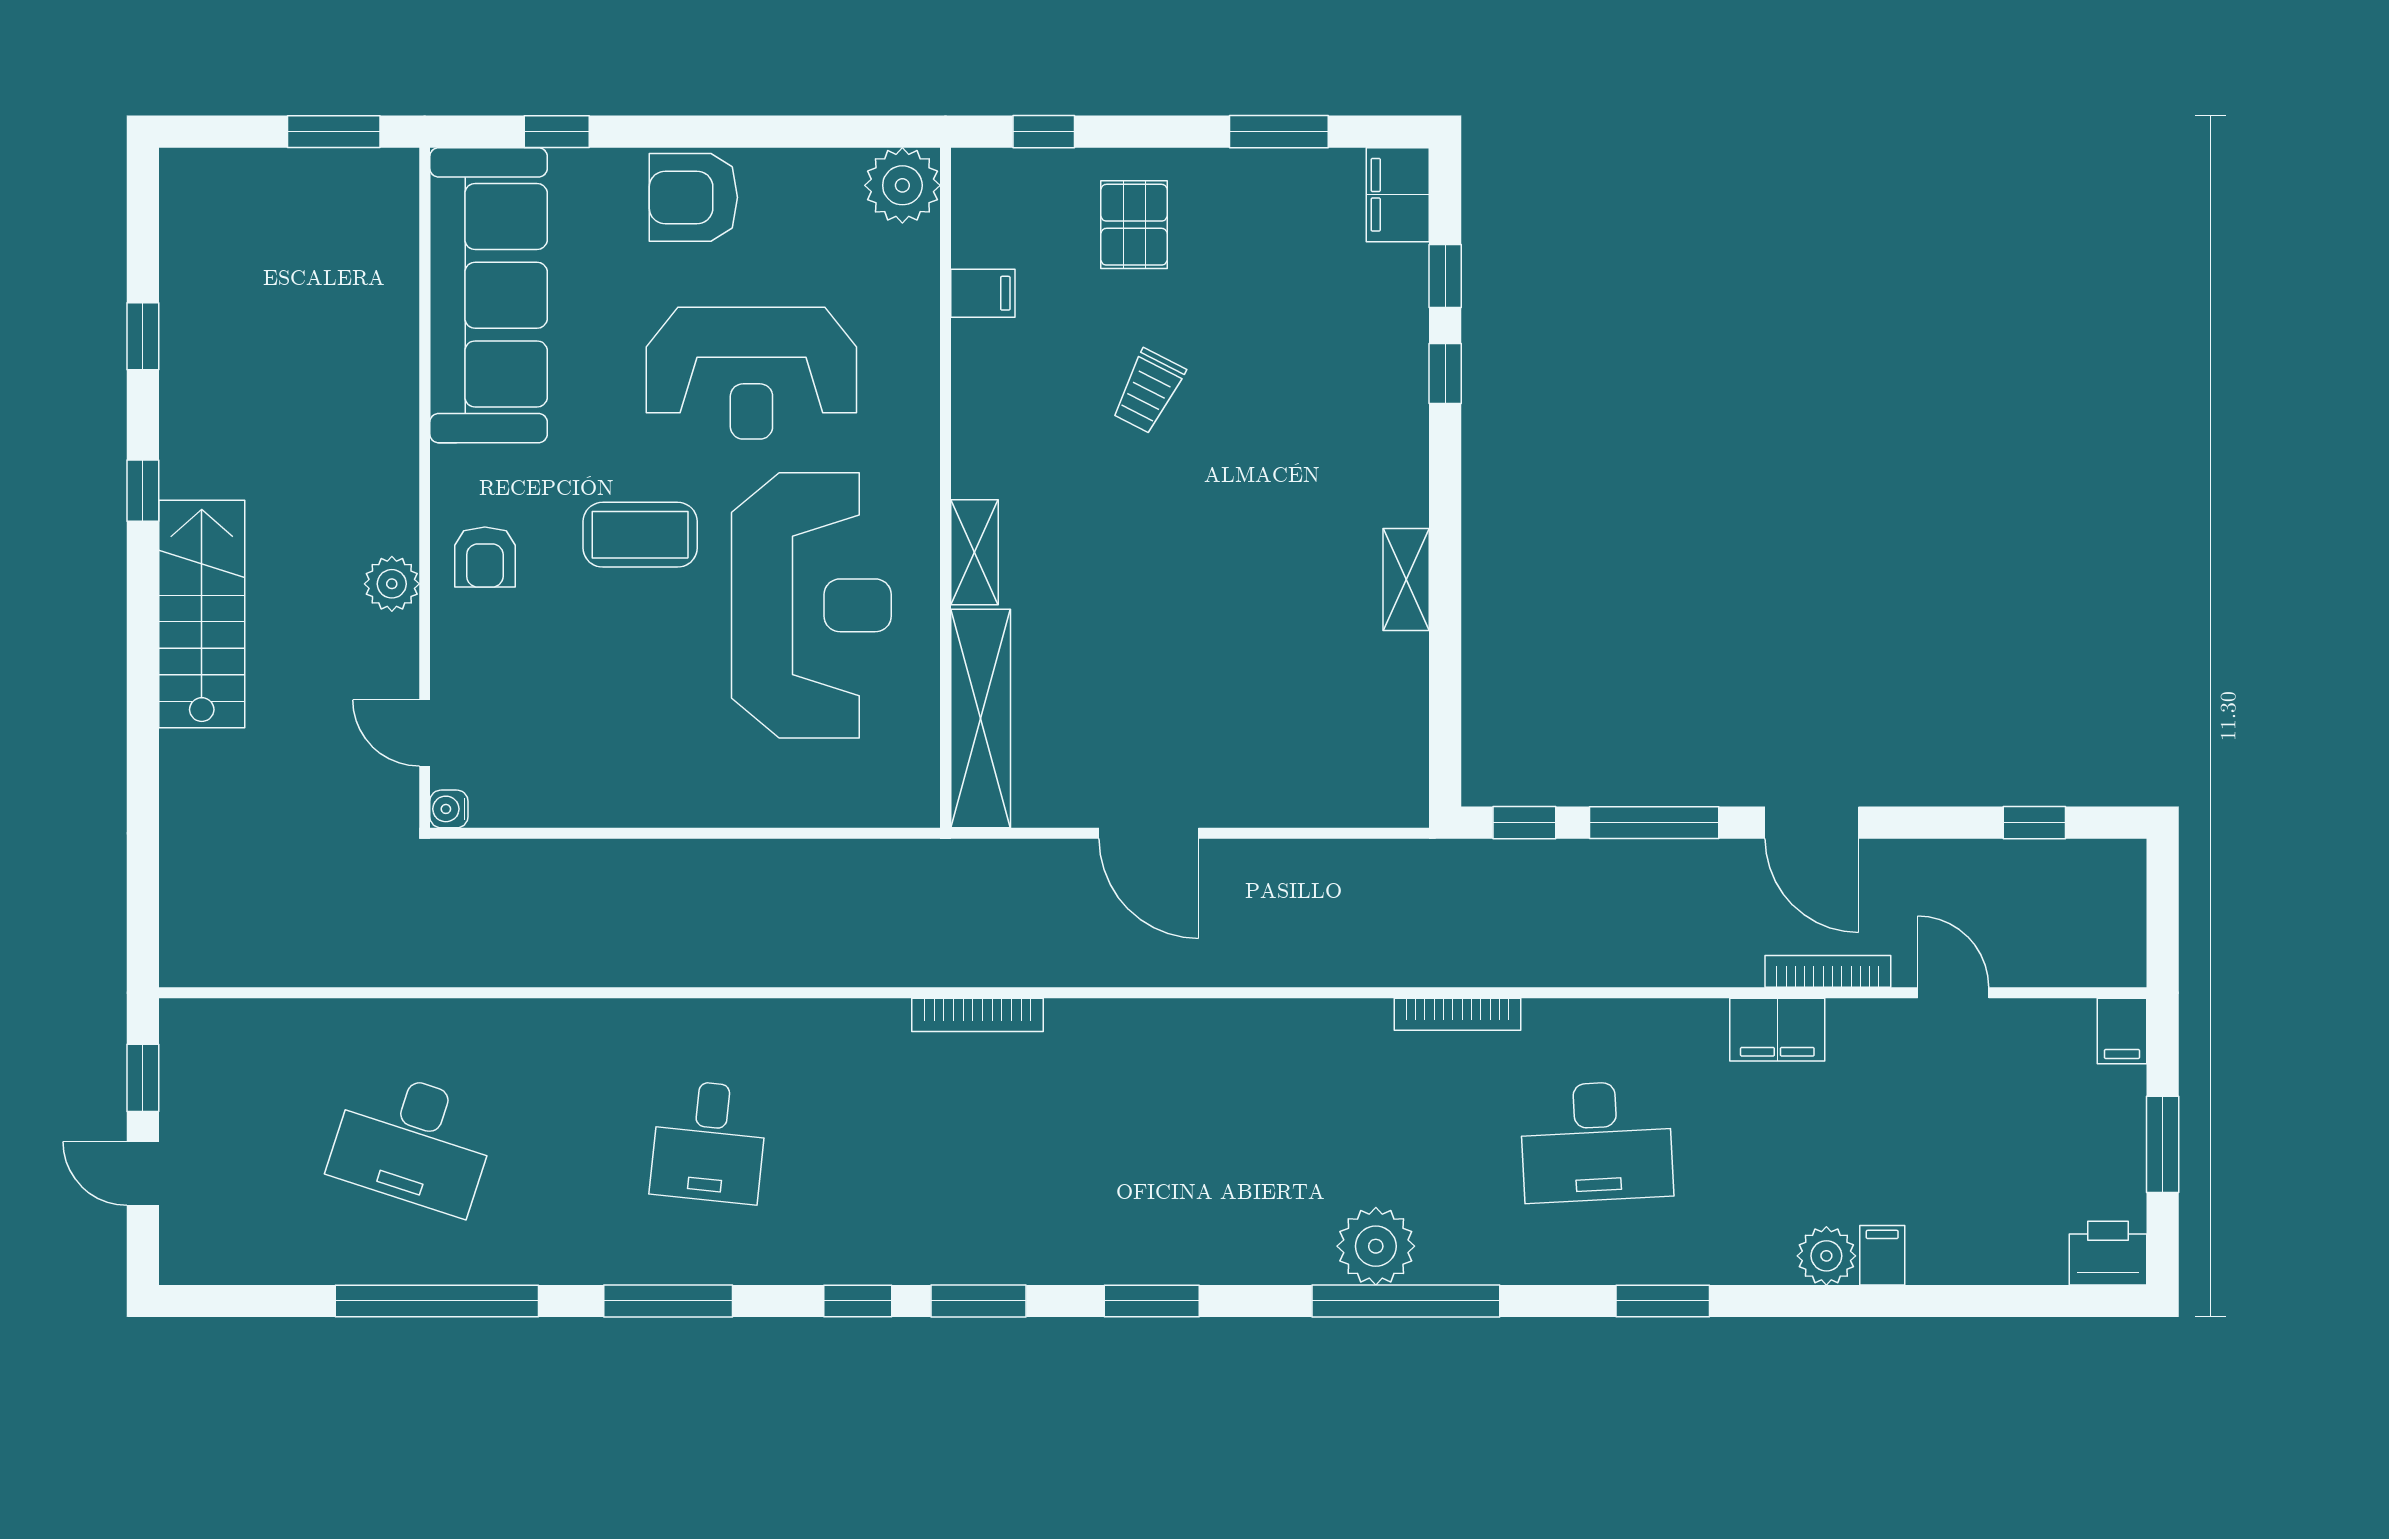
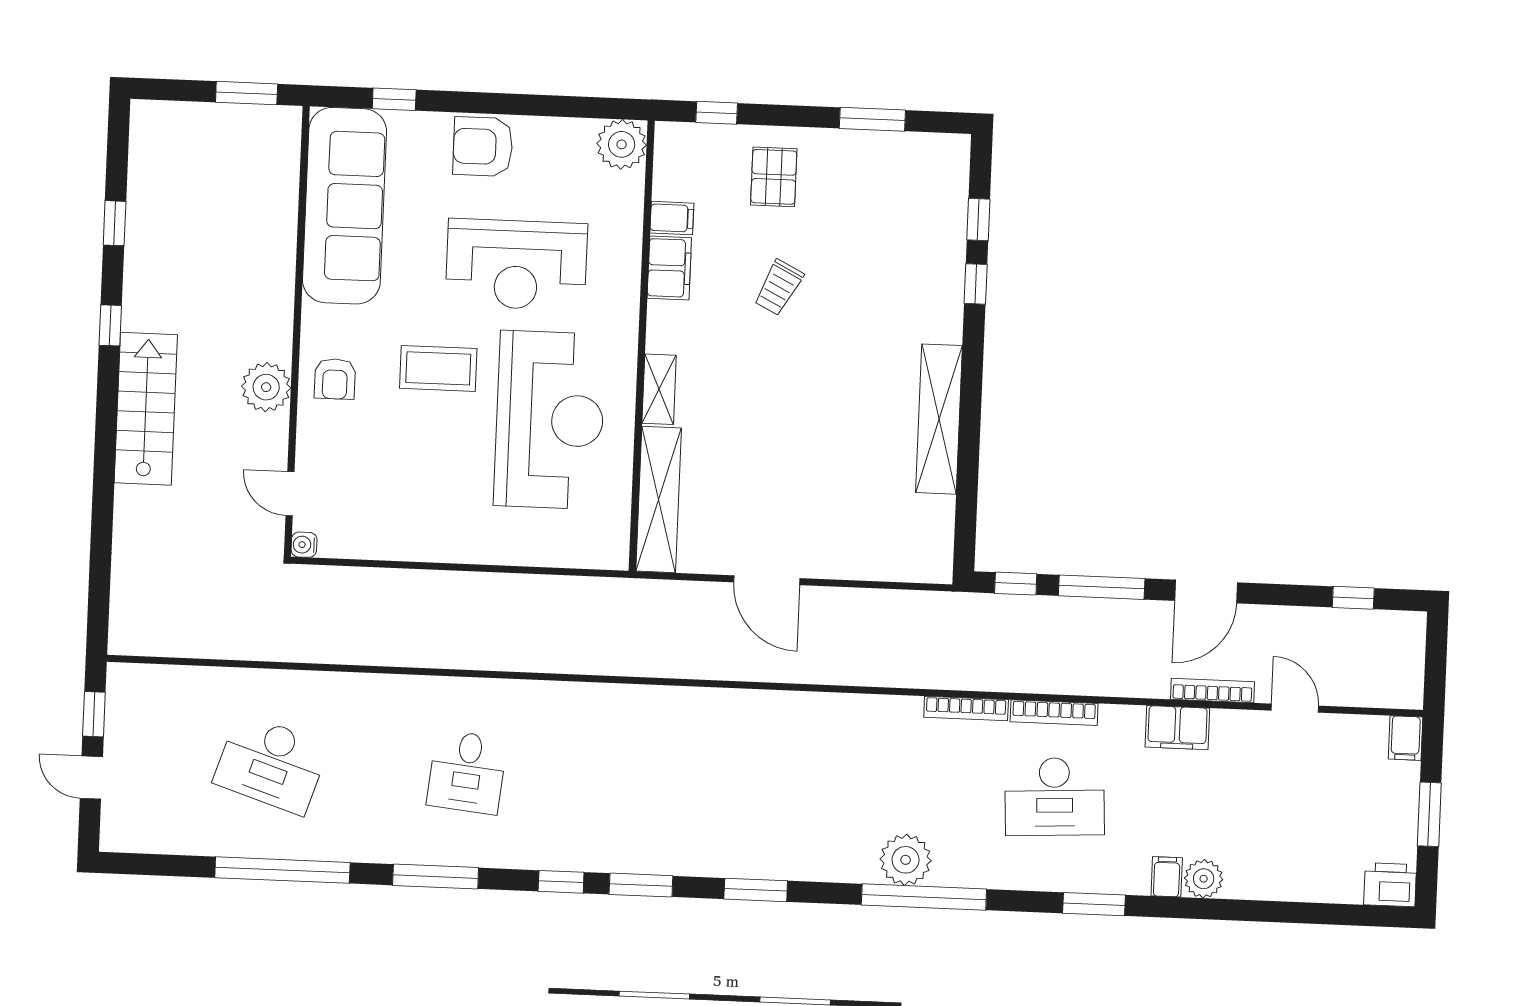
filing cabinet: (1398, 195) -> (669, 268), moved, turned 180
shelving: (1406, 579) -> (939, 419), width x2.20, depth x1.33
plant: (392, 584) -> (266, 387), width x1.36, depth x1.36
door: (1812, 823) -> (1206, 592), hinge flipped
bookcase: (978, 1015) -> (1054, 713), moved
filing cabinet: (1882, 1255) -> (1167, 877), moved

